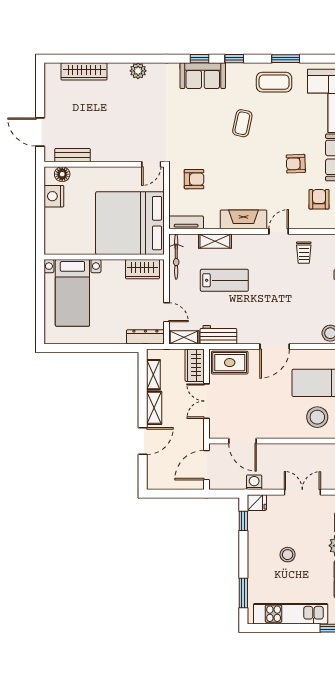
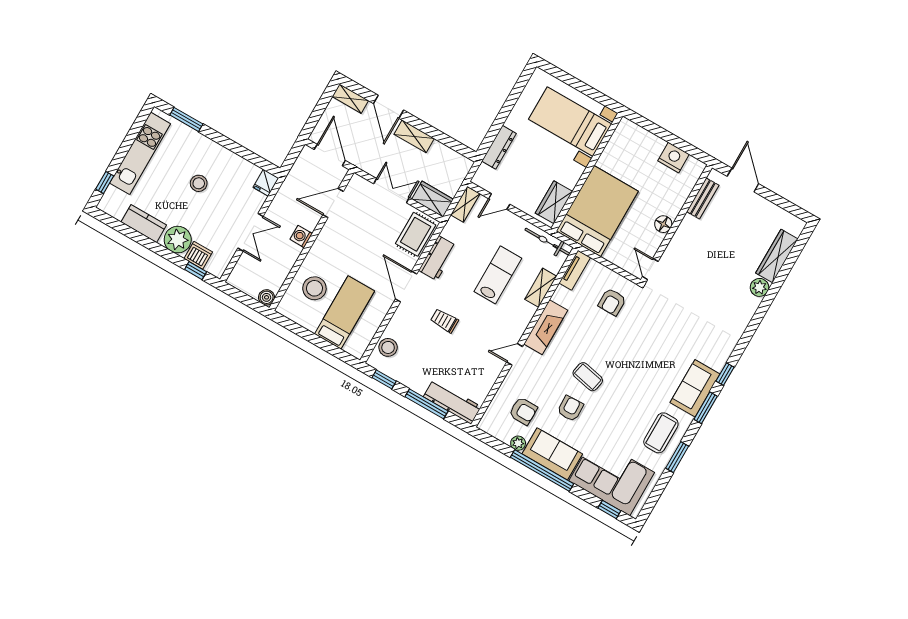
window: (234, 59) -> (706, 408), width x1.50
plant: (138, 71) -> (759, 287), moved
sofa: (203, 76) -> (695, 388), moved
coffee table: (242, 123) -> (588, 377), moved
door: (40, 132) -> (743, 180), hinge flipped
floor lamp: (62, 174) -> (663, 224), moved
bed: (130, 223) -> (597, 211), width x0.73
door: (279, 231) -> (515, 354), swing flipped
trolley: (304, 253) -> (444, 321), moved
lab bench: (224, 280) -> (498, 275), turned 180
workbench: (218, 335) -> (438, 258), moved
dresser: (145, 337) -> (499, 147), moved
shelving: (153, 375) -> (350, 99), moved
washing machine: (254, 482) -> (301, 236), moved, turned 180
window: (243, 521) -> (256, 159), removed

